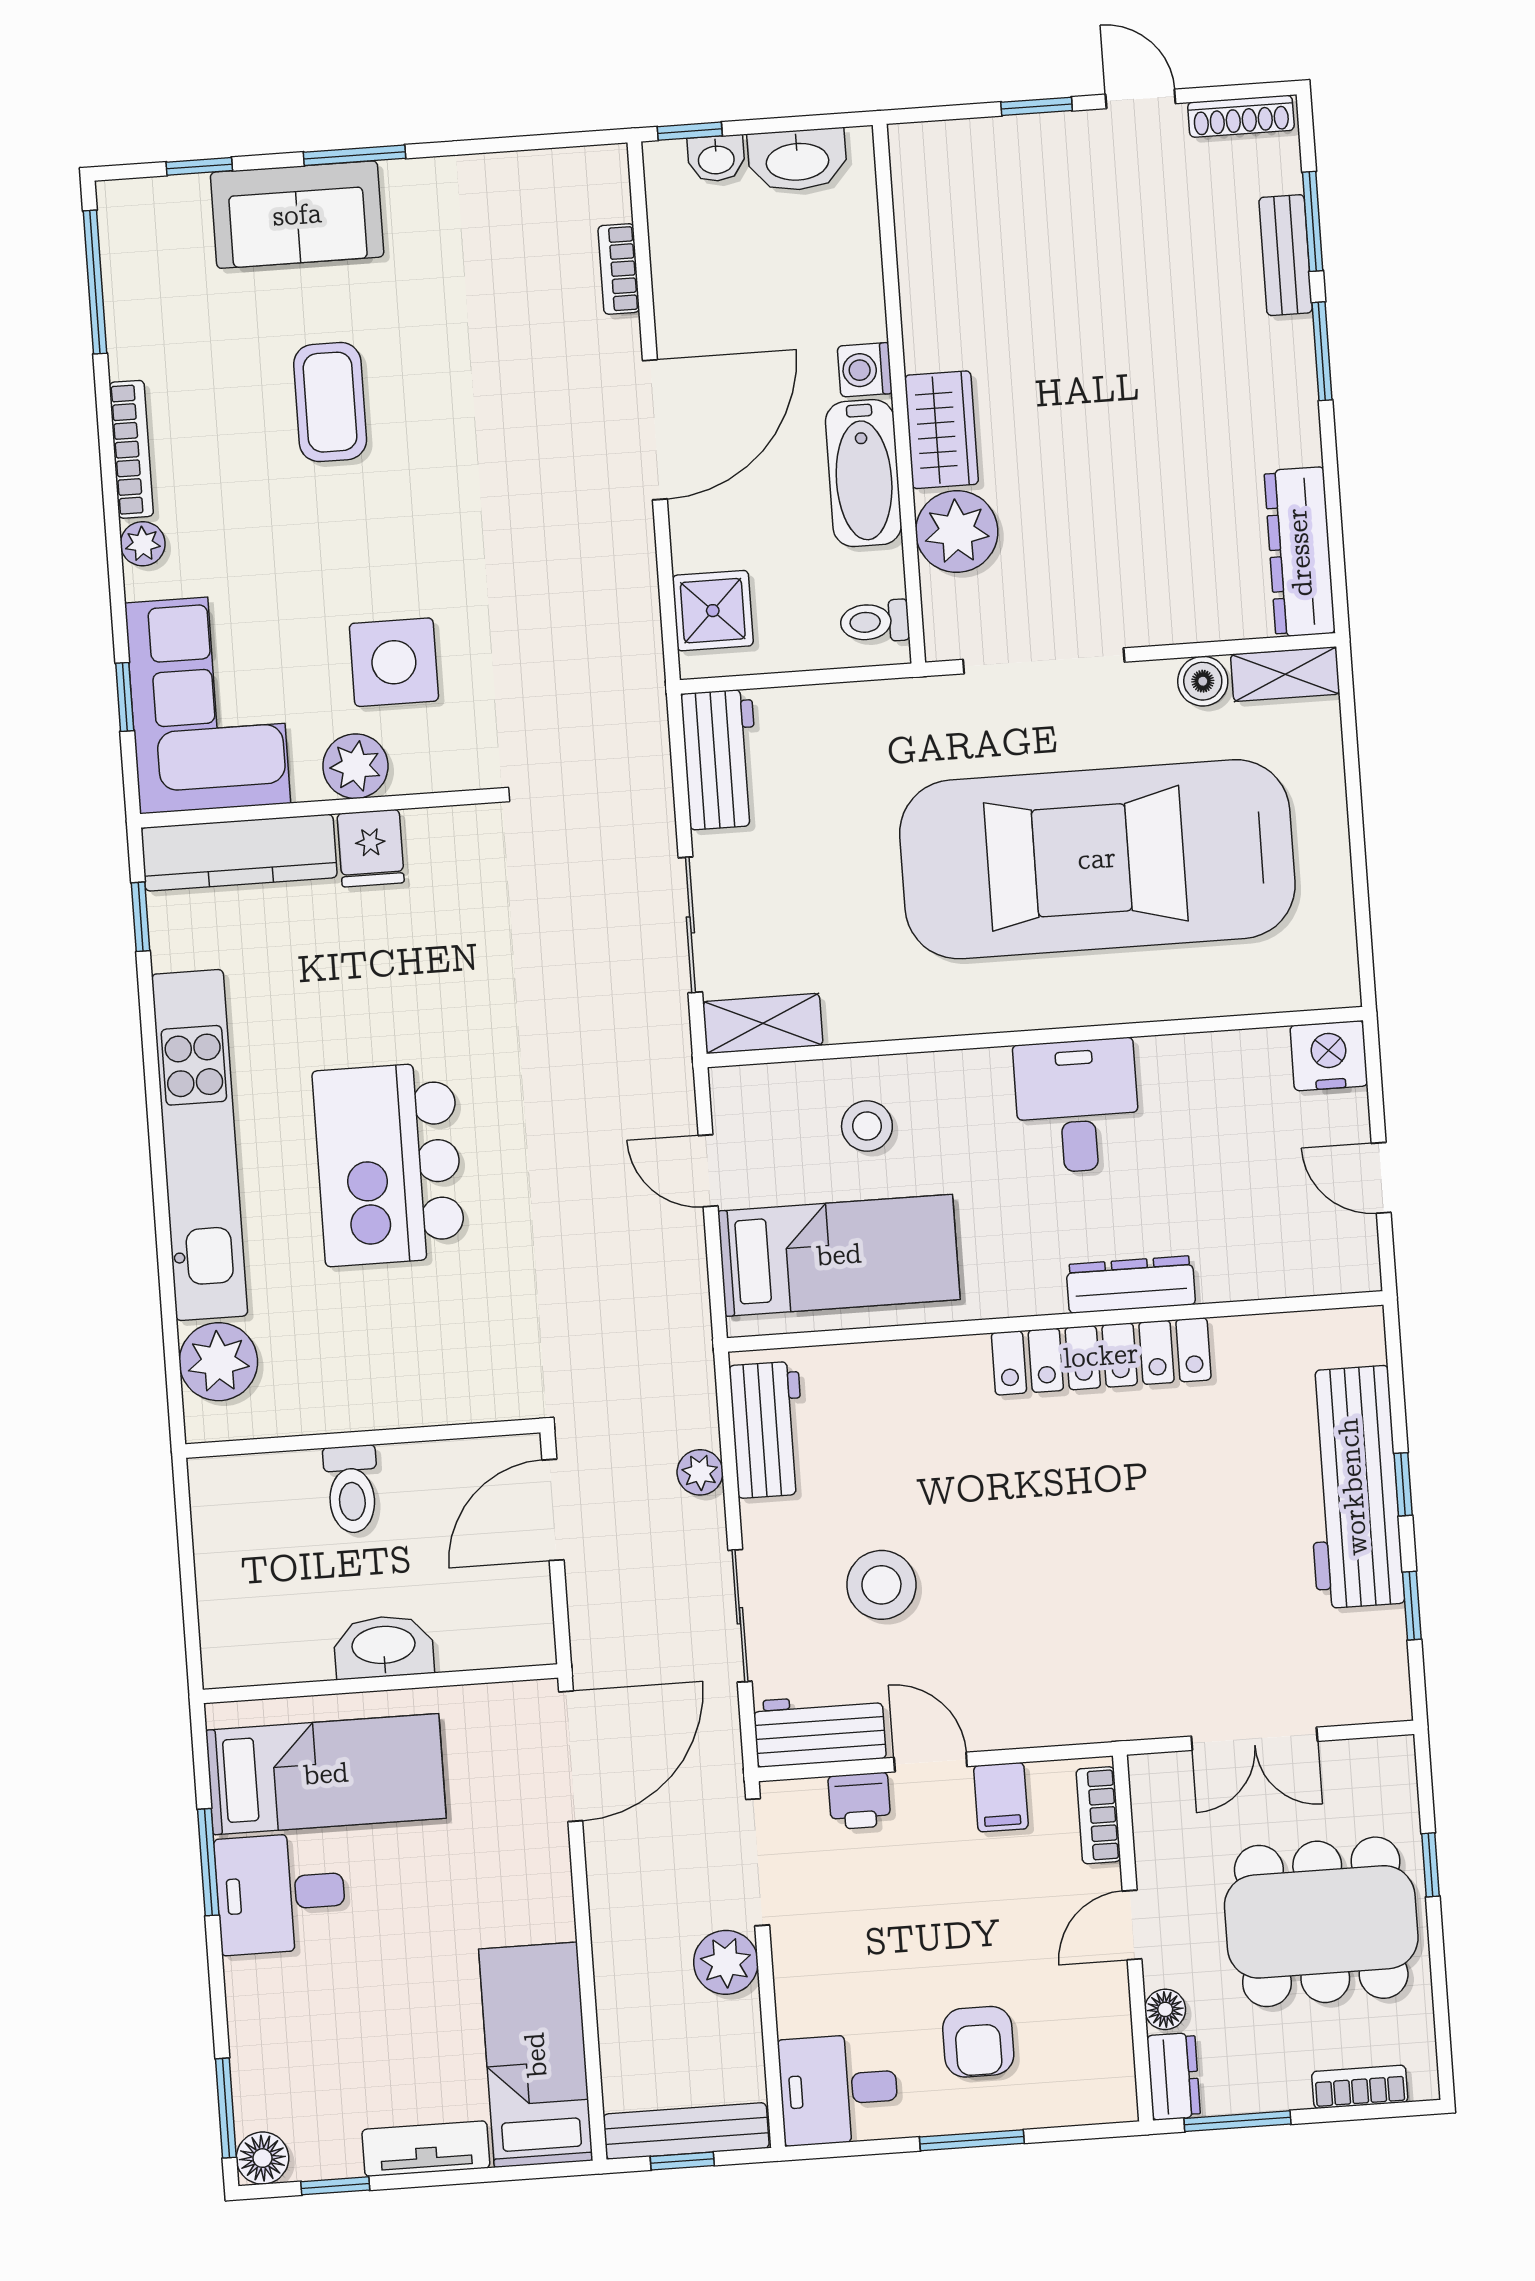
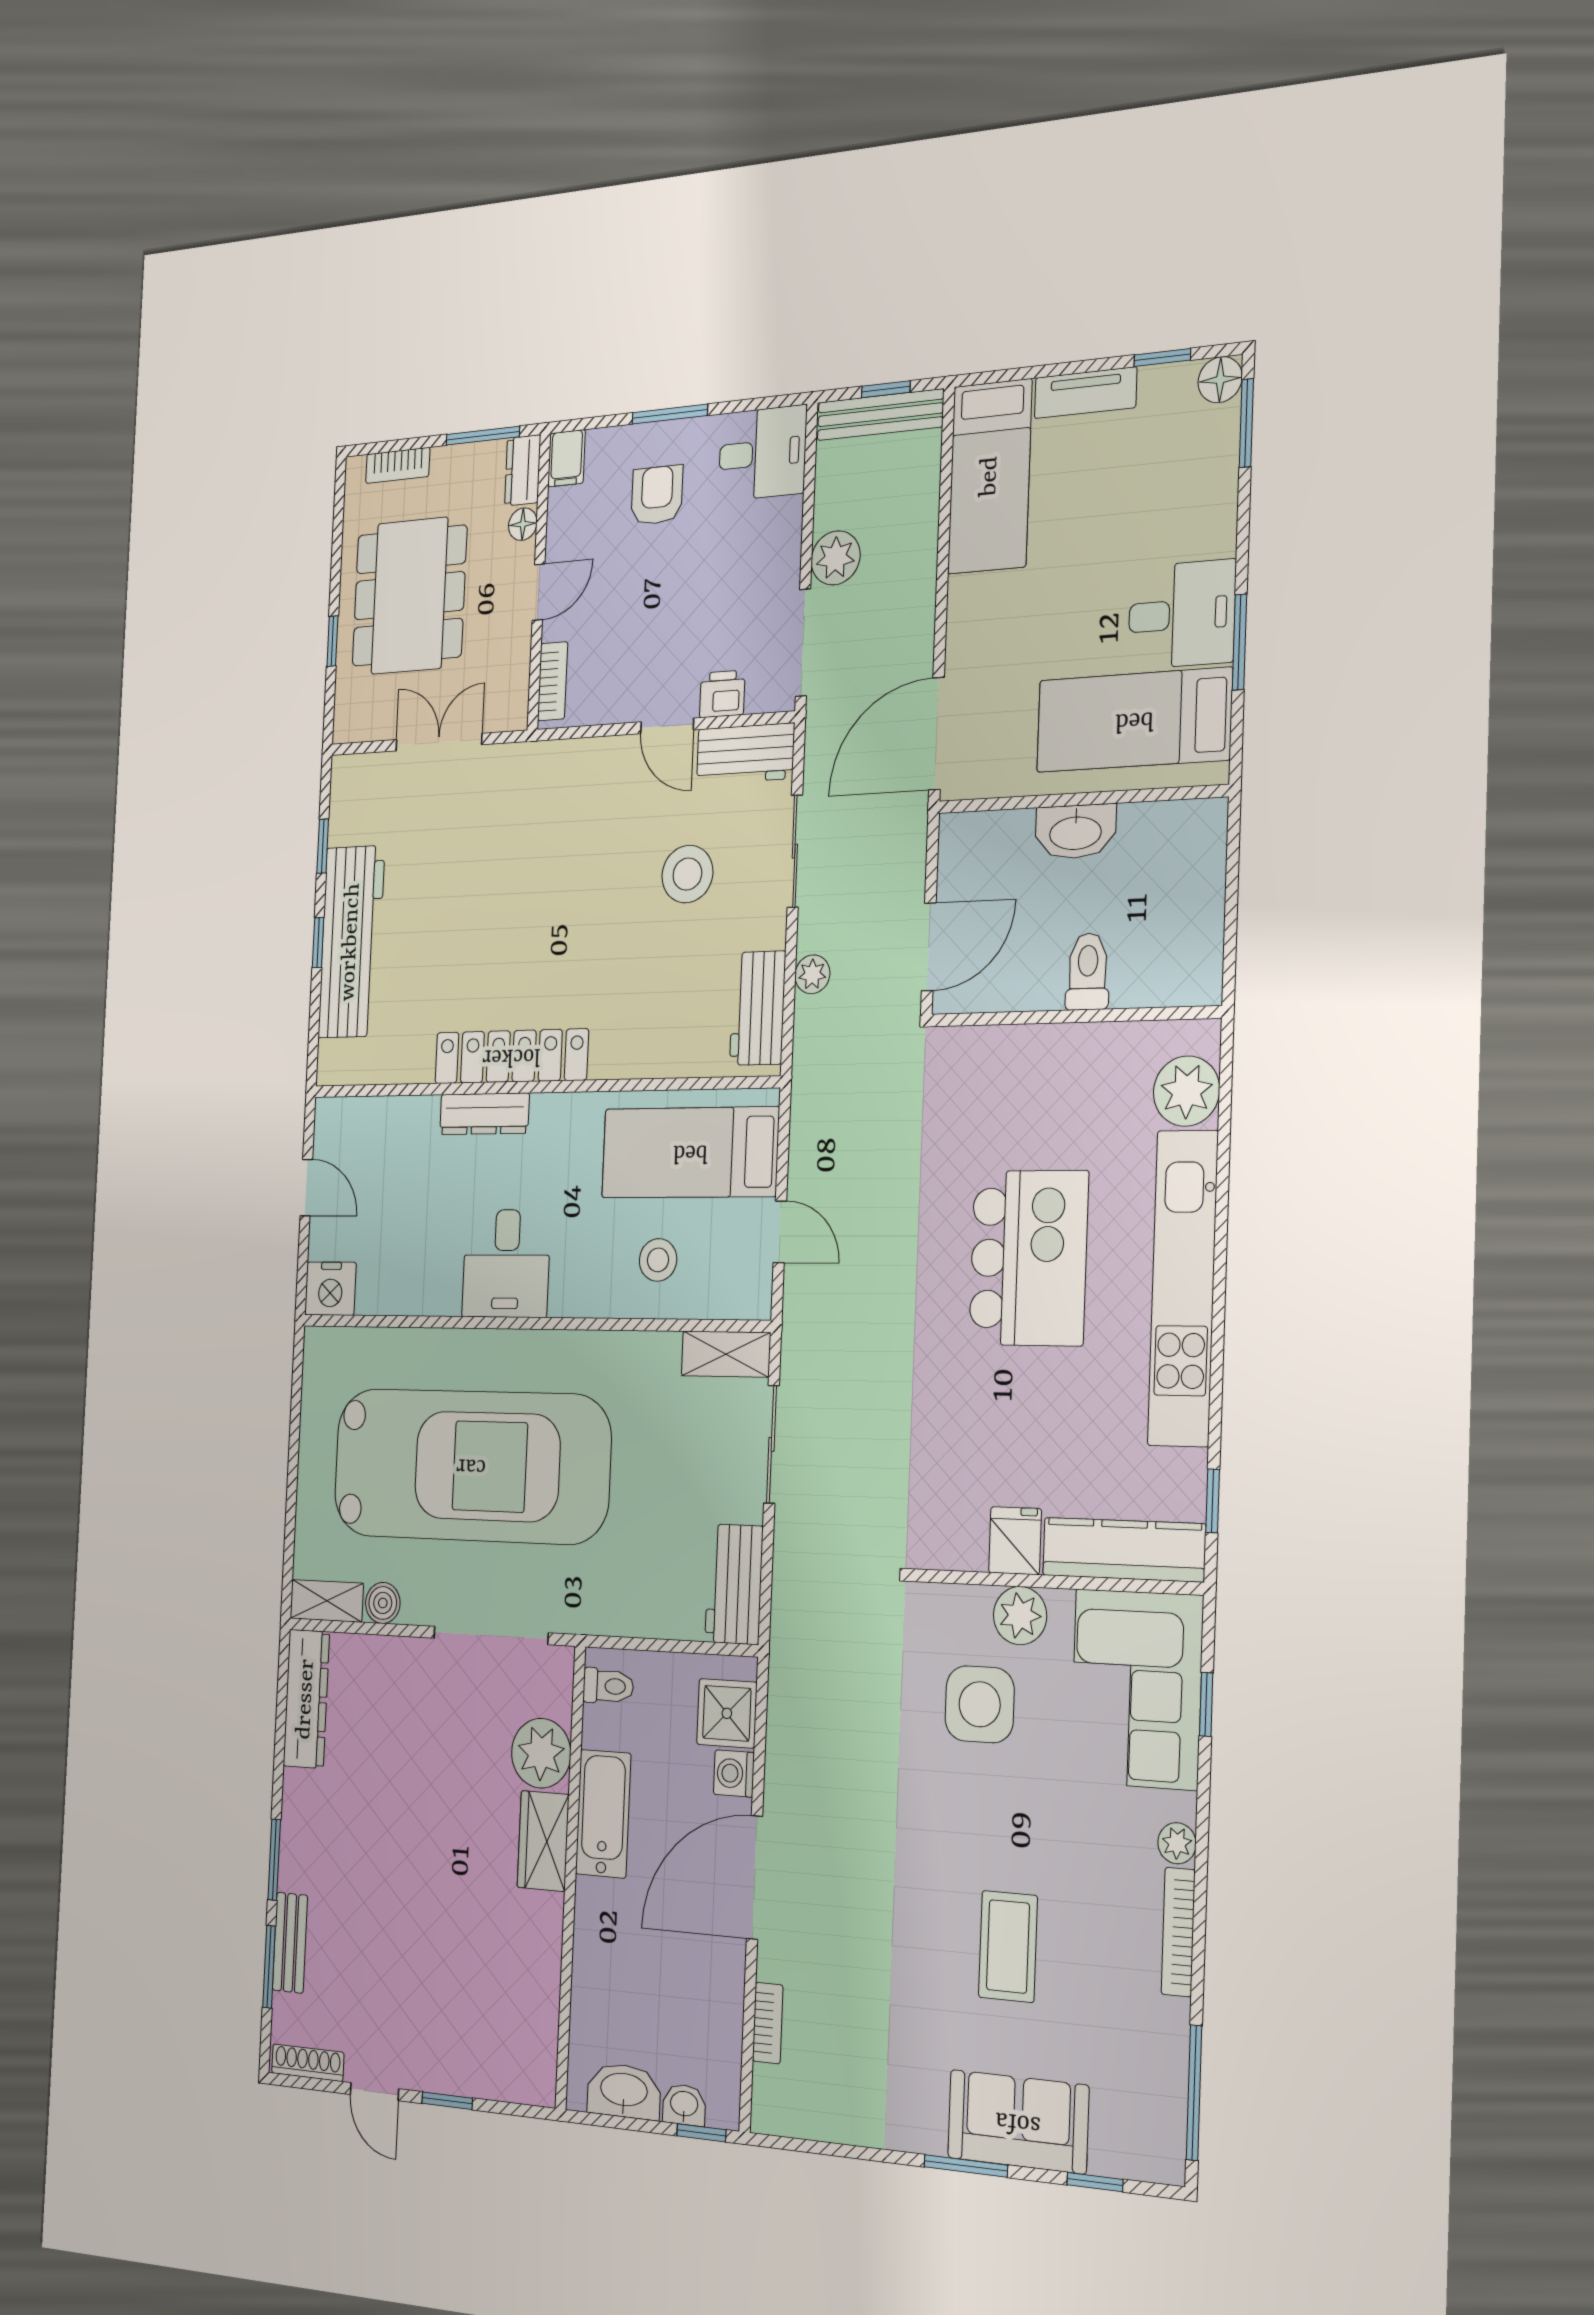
washing machine: (865, 370) -> (734, 1773), moved, turned 180
filing cabinet: (1001, 1797) -> (567, 458), moved, turned 180
dining table: (1321, 1922) -> (409, 596), turned 90

